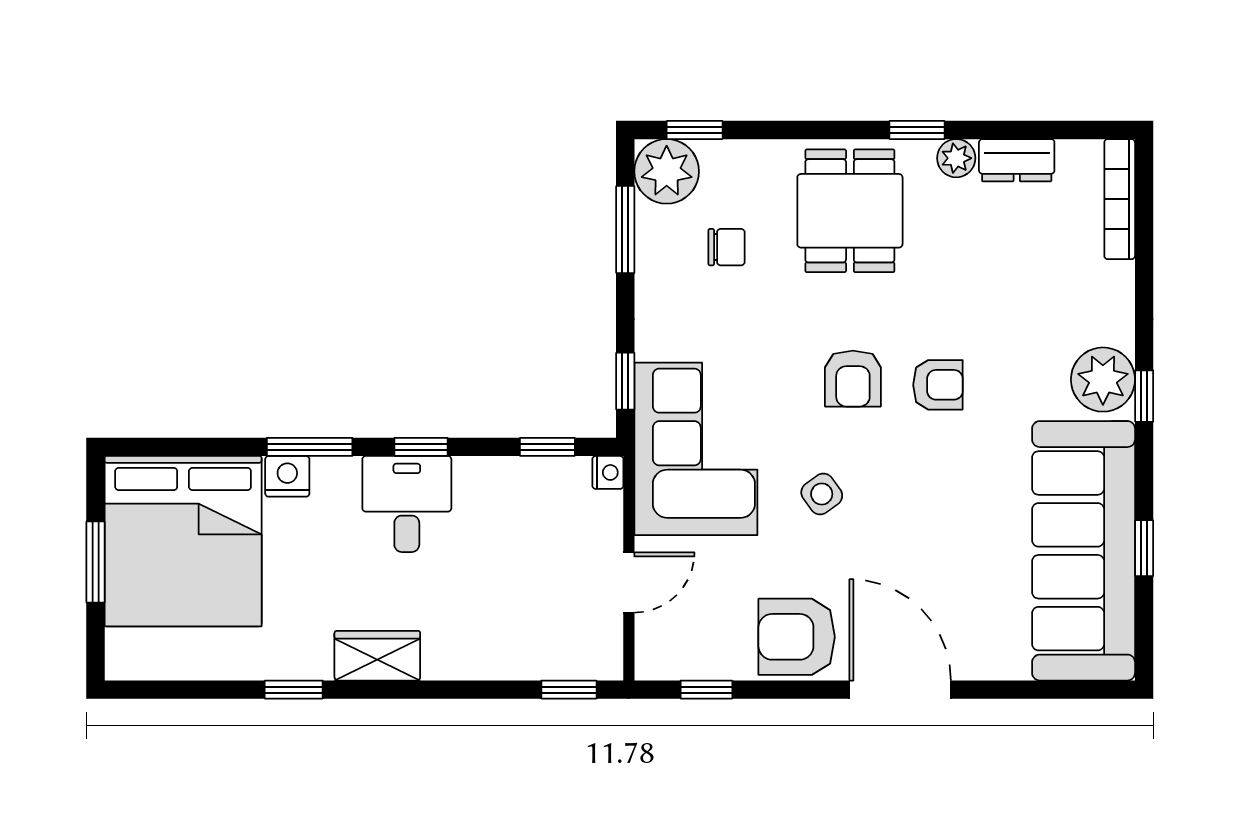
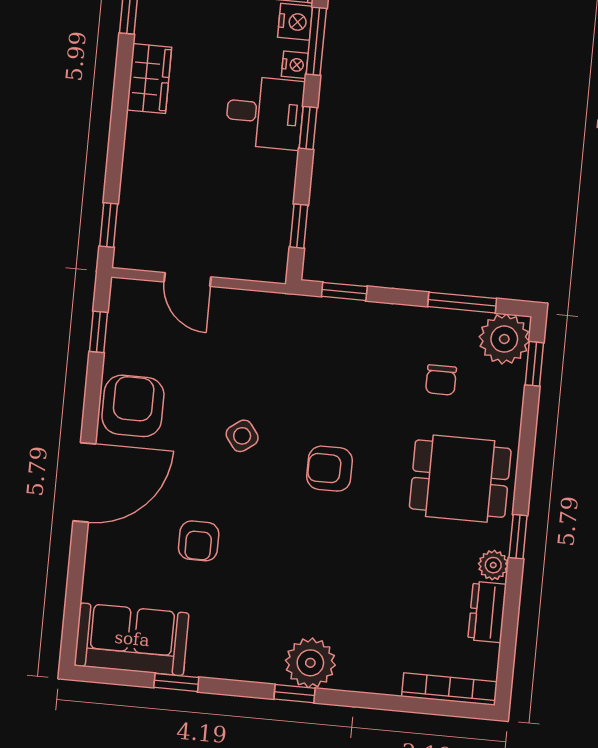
armchair: (938, 385) -> (199, 541), moved
corner sofa: (696, 449) -> (286, 341), removed
nightstand: (608, 472) -> (295, 65), moved, turned -90
sofa: (1084, 551) -> (132, 639), width x0.54, depth x0.79

